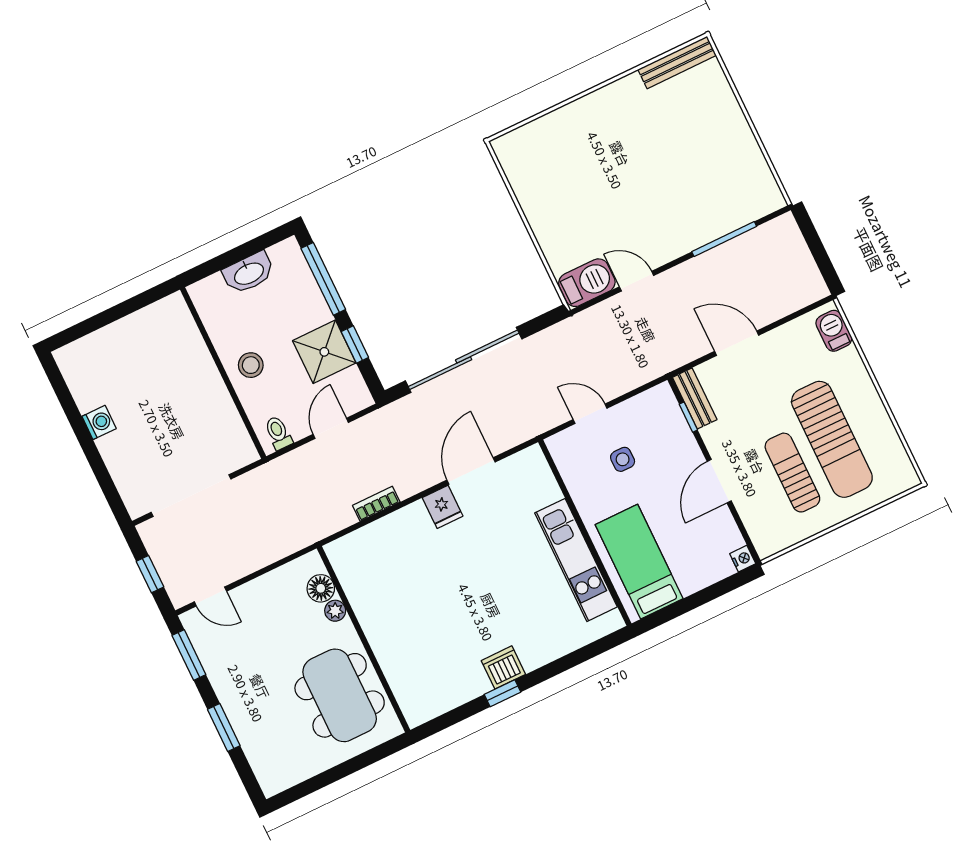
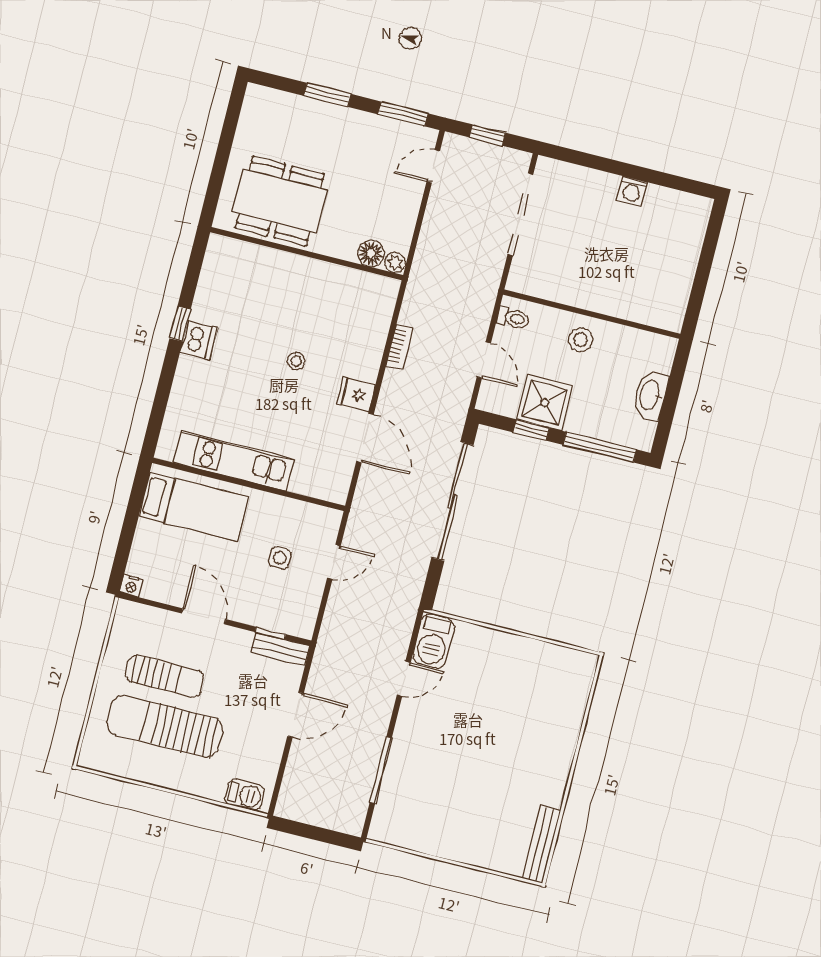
stool: (456, 576) -> (296, 361), added
plant: (335, 611) -> (395, 263), moved

